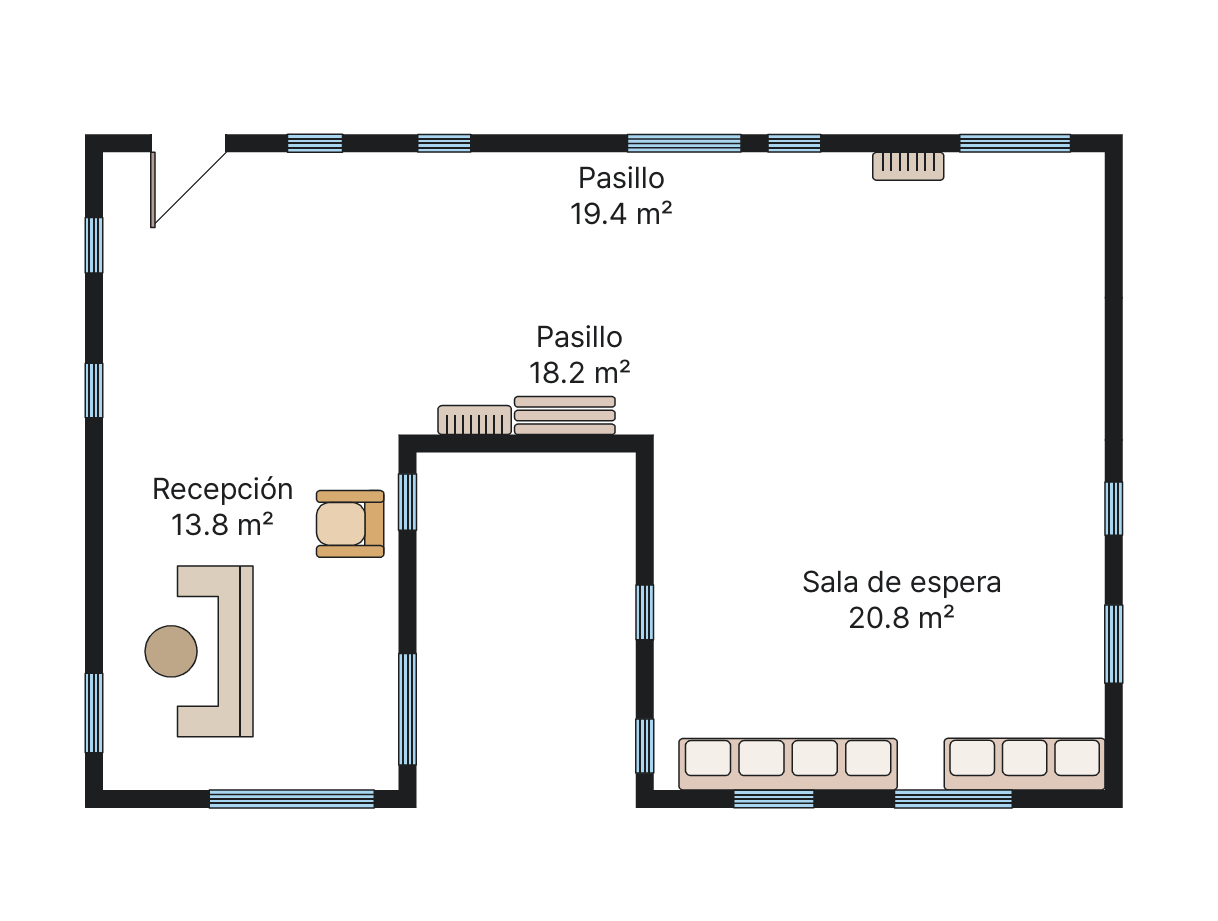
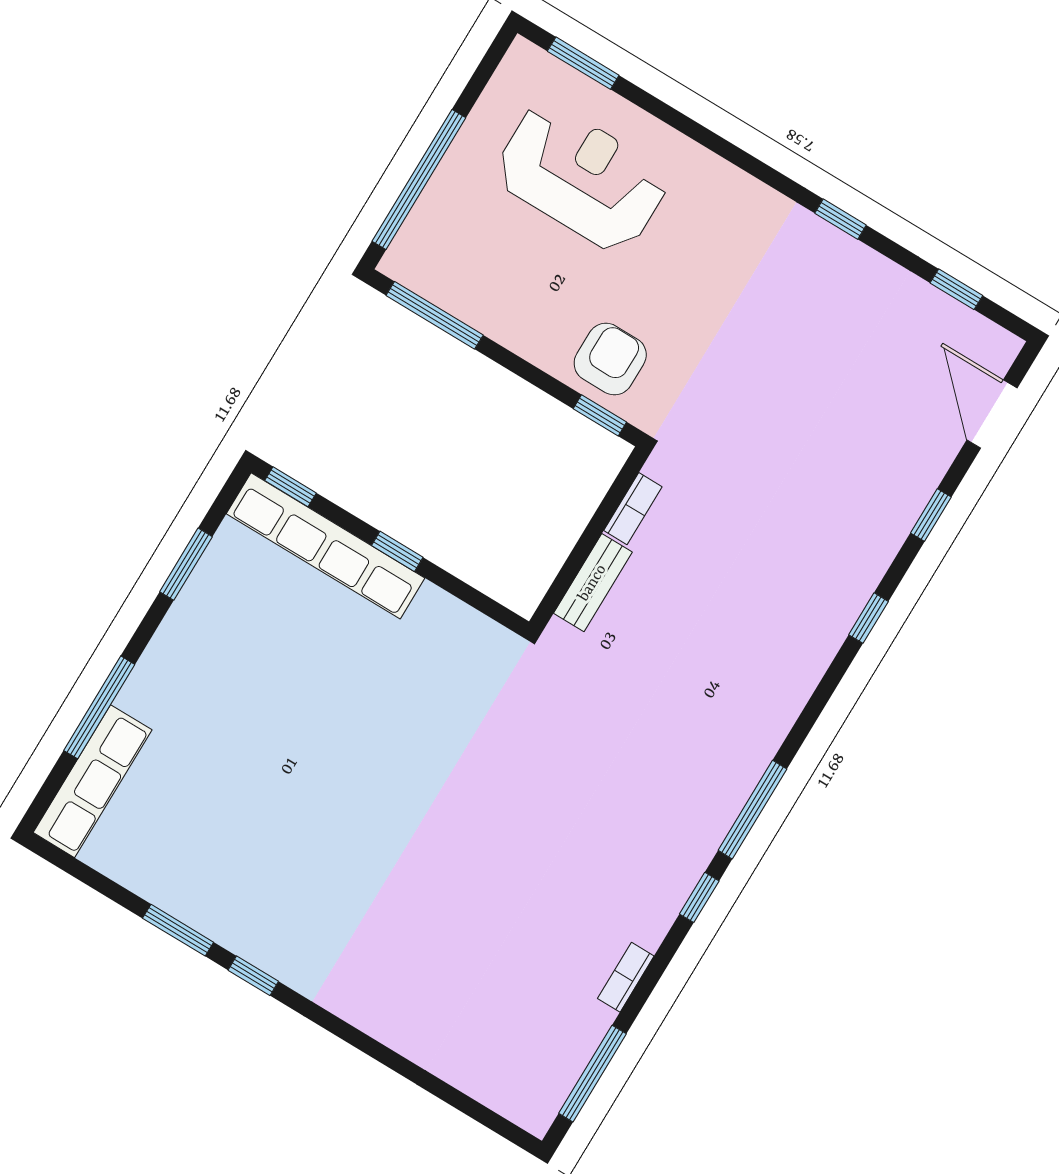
window: (1114, 644) -> (178, 930), moved
row of seats: (788, 764) -> (326, 546), moved, turned 90

